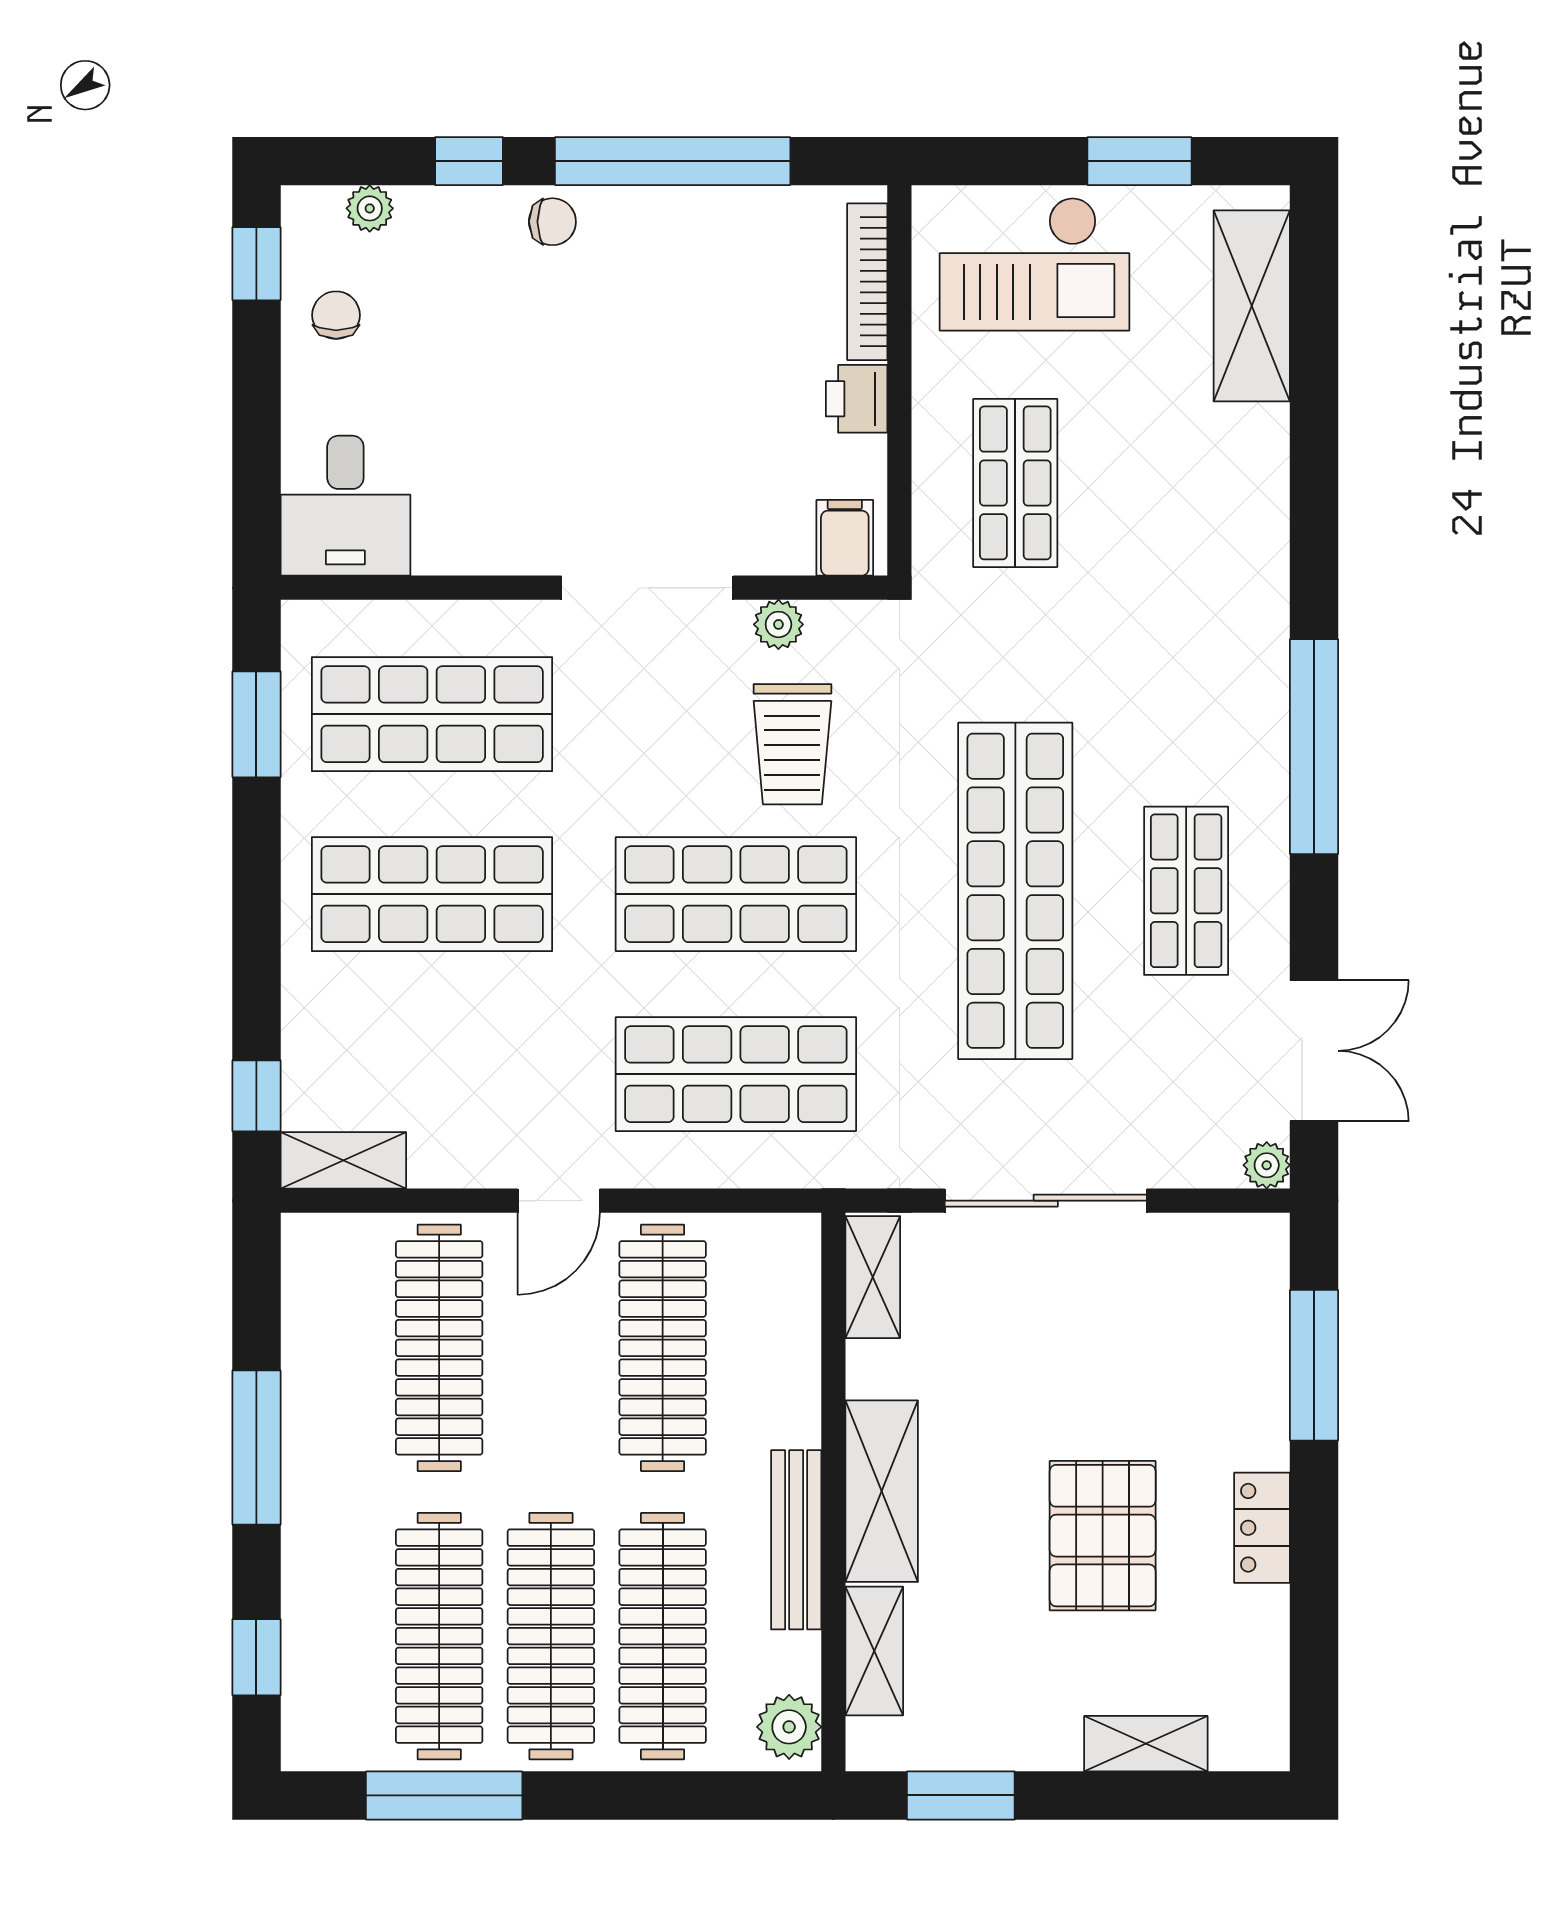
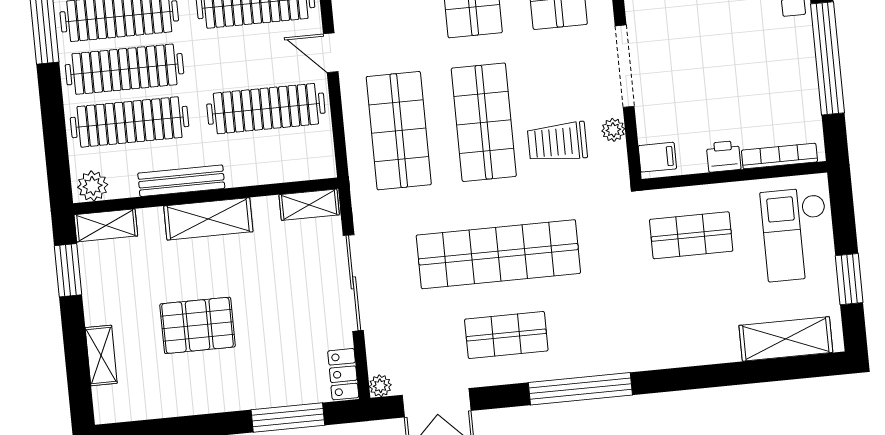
locker: (1262, 1528) -> (343, 374), moved, turned -90
shelving: (874, 1651) -> (106, 225), moved

